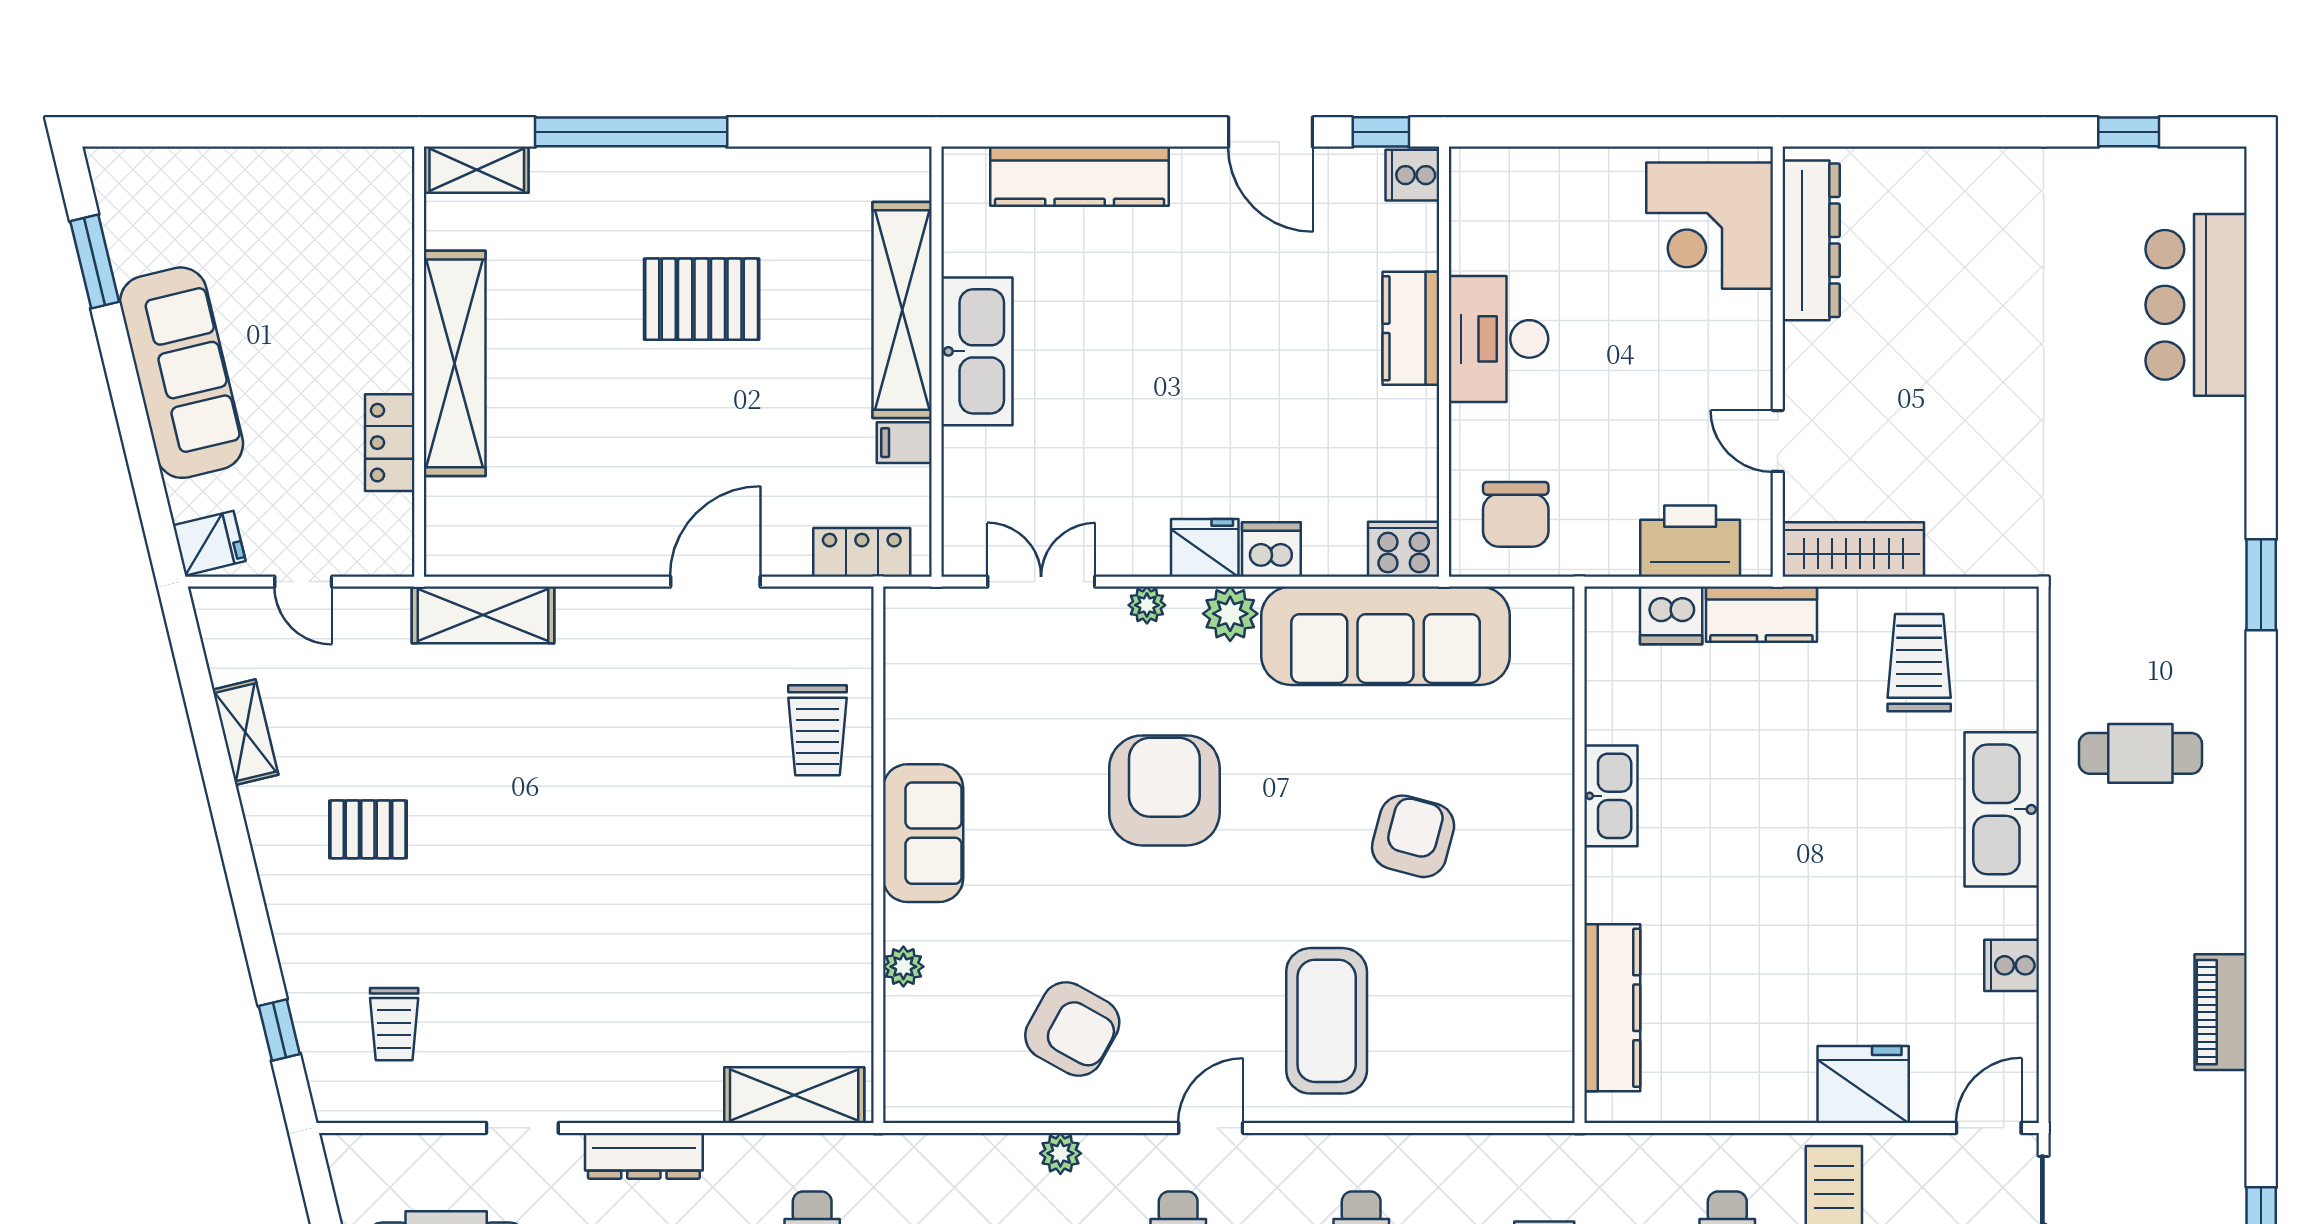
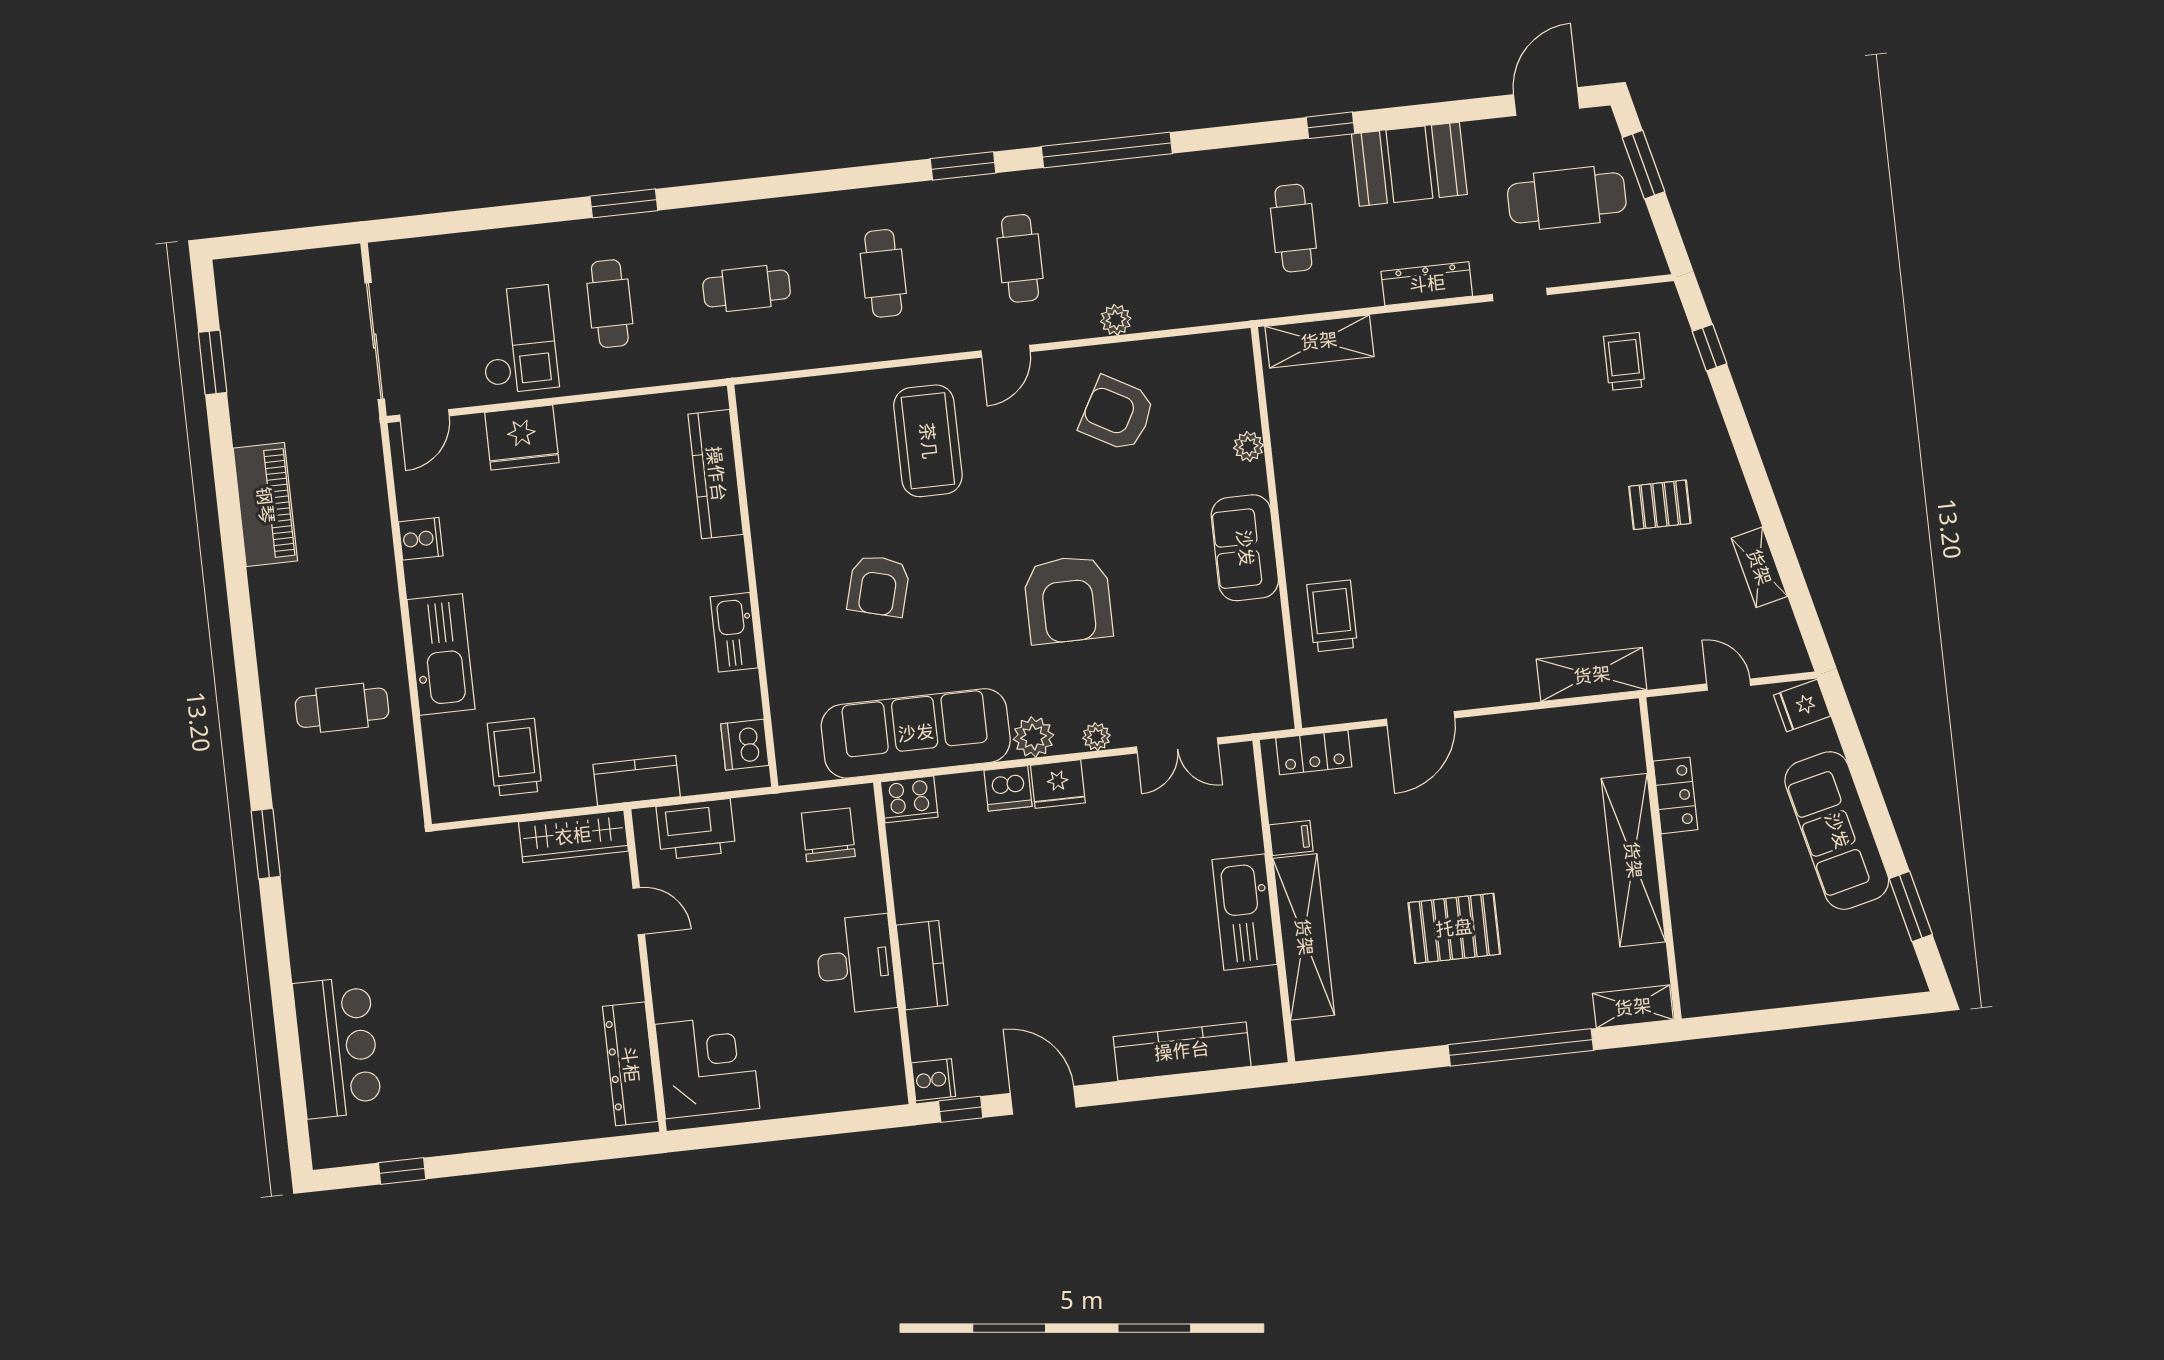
dishwasher: (1671, 615) -> (745, 745), moved, turned -90
trolley: (1919, 663) -> (515, 757), turned 180
piano: (2221, 1012) -> (265, 505), width x1.37, depth x1.33

